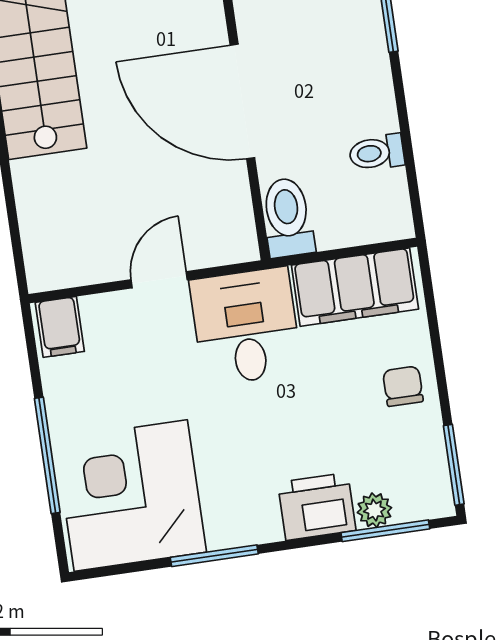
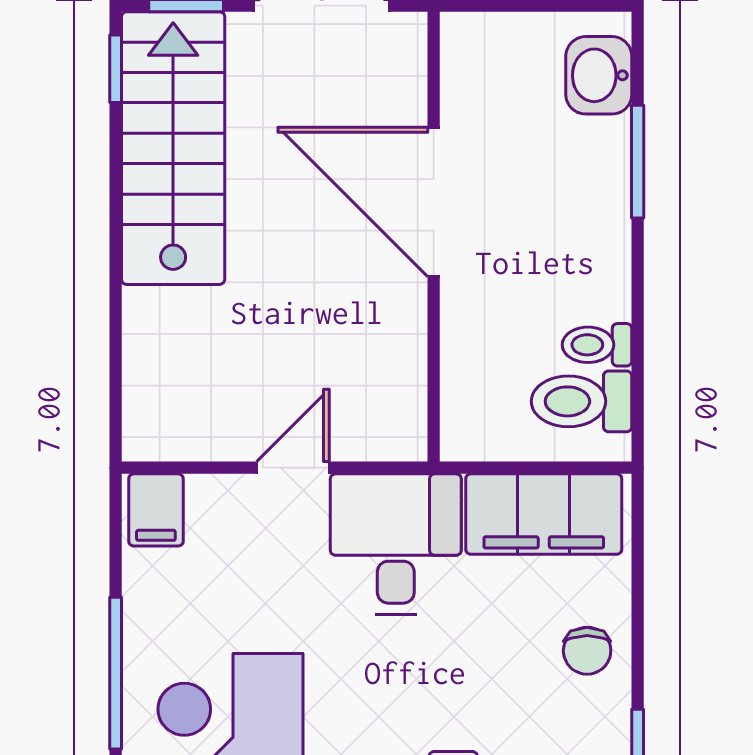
door: (242, 101) -> (434, 202), moved
toilet: (288, 217) -> (582, 401), moved, turned -90
chair: (403, 386) -> (587, 651), turned 180

